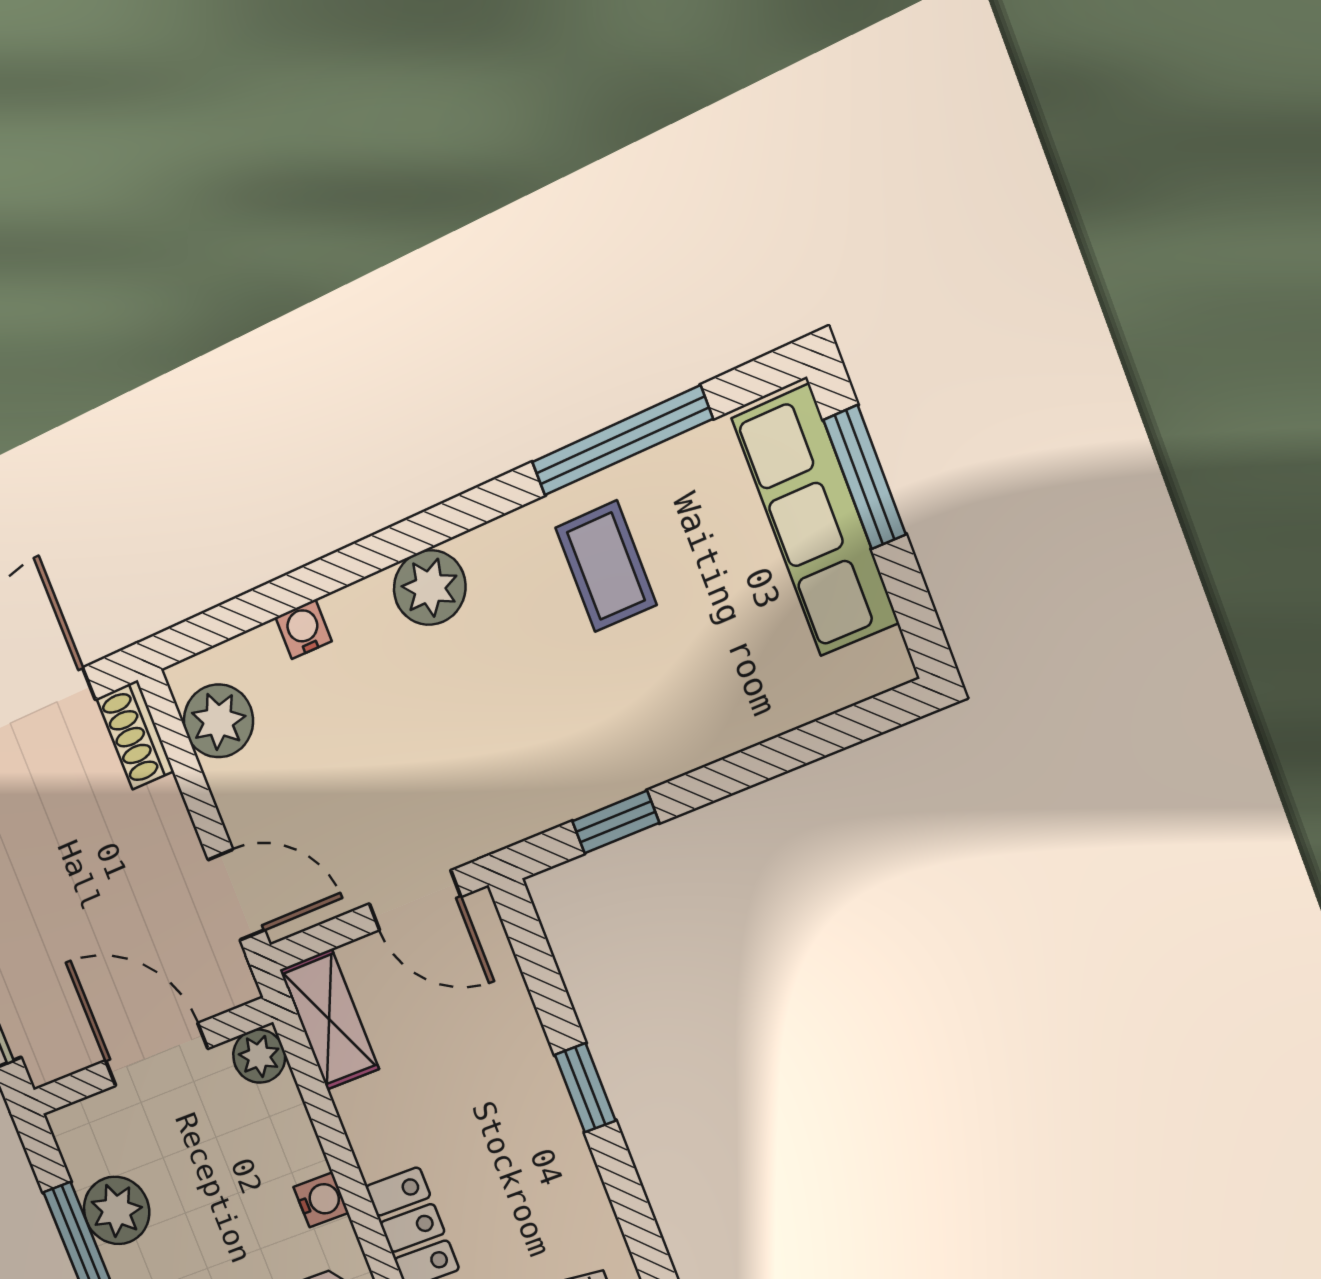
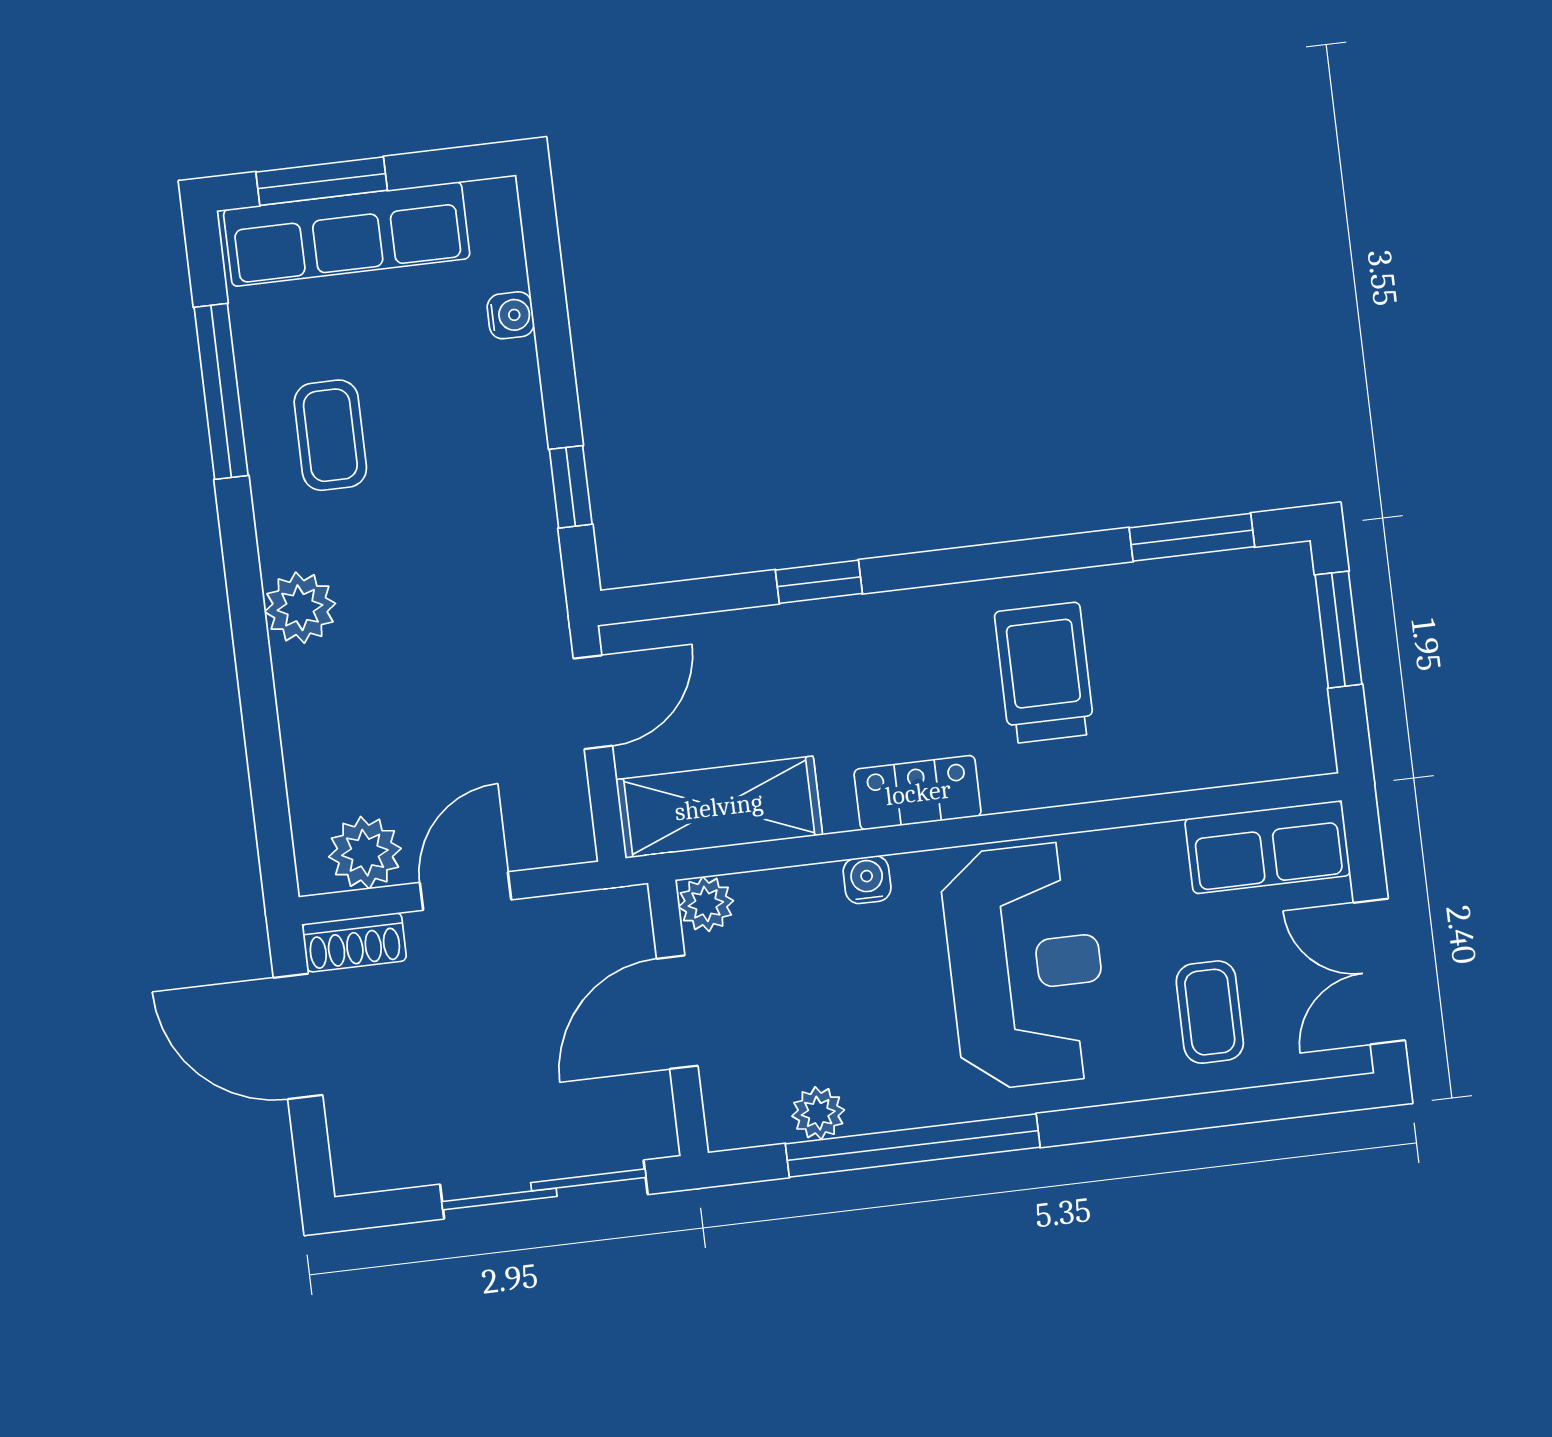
coffee table: (606, 566) -> (330, 435), turned 90
water cooler: (304, 629) -> (511, 315), moved, turned 180
door: (236, 895) -> (466, 891), moved
shelving: (329, 1019) -> (719, 807), width x1.50, depth x1.33
plant: (117, 1210) -> (818, 1113), width x0.73, depth x0.73

